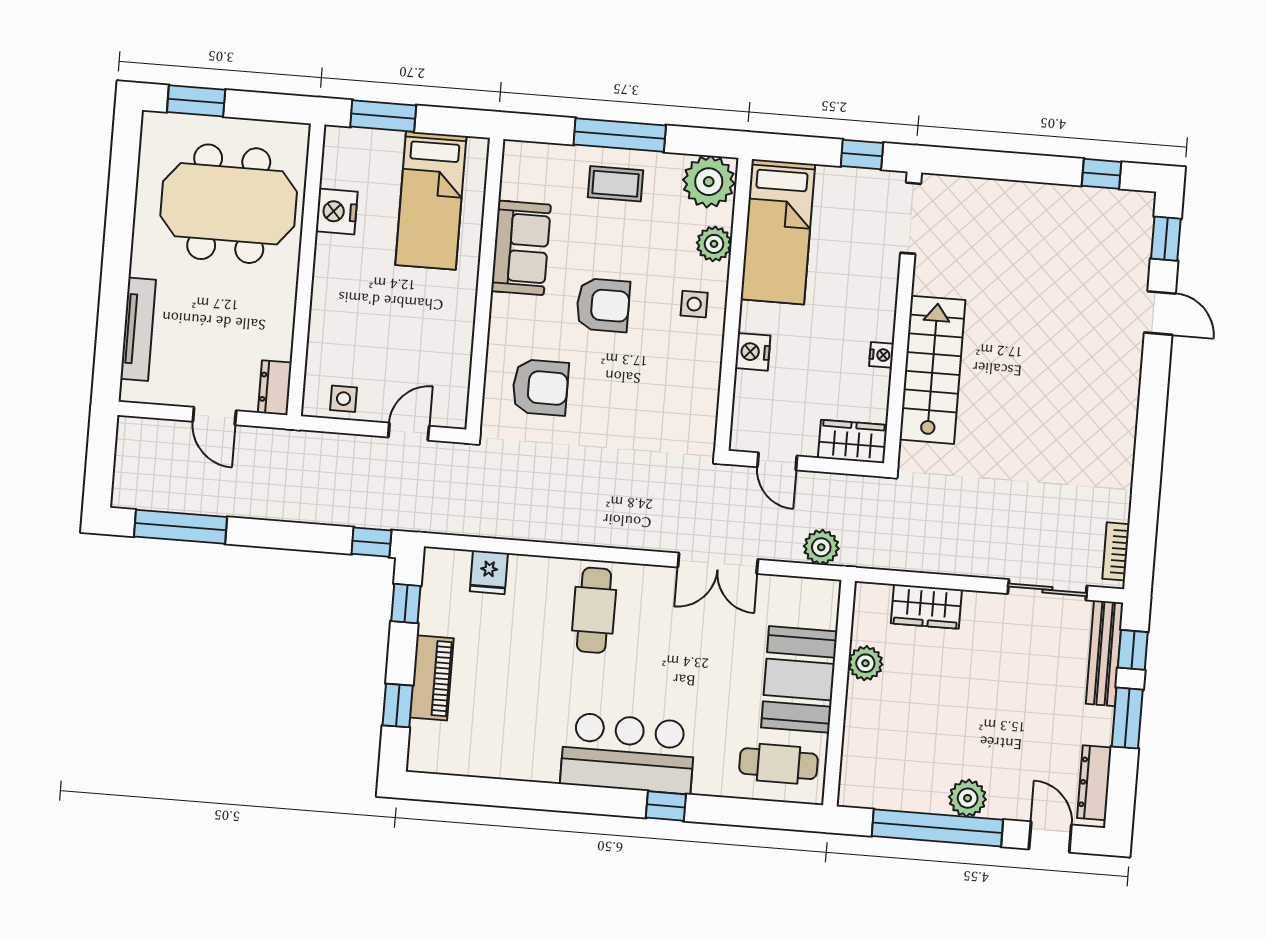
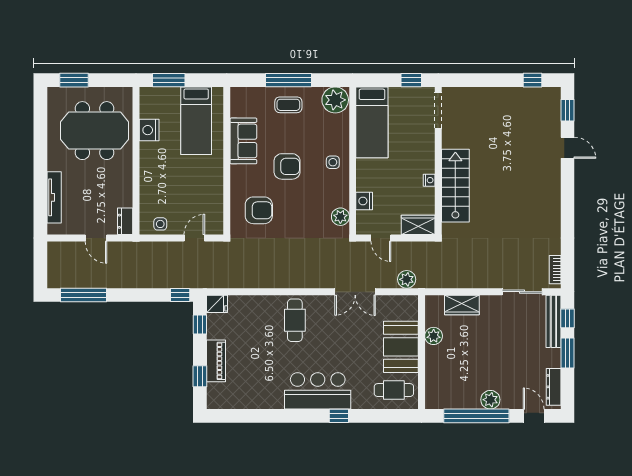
plant: (714, 244) -> (340, 217), moved
nightstand: (753, 352) -> (364, 201), moved
fridge: (489, 572) -> (217, 304), moved, turned -90

